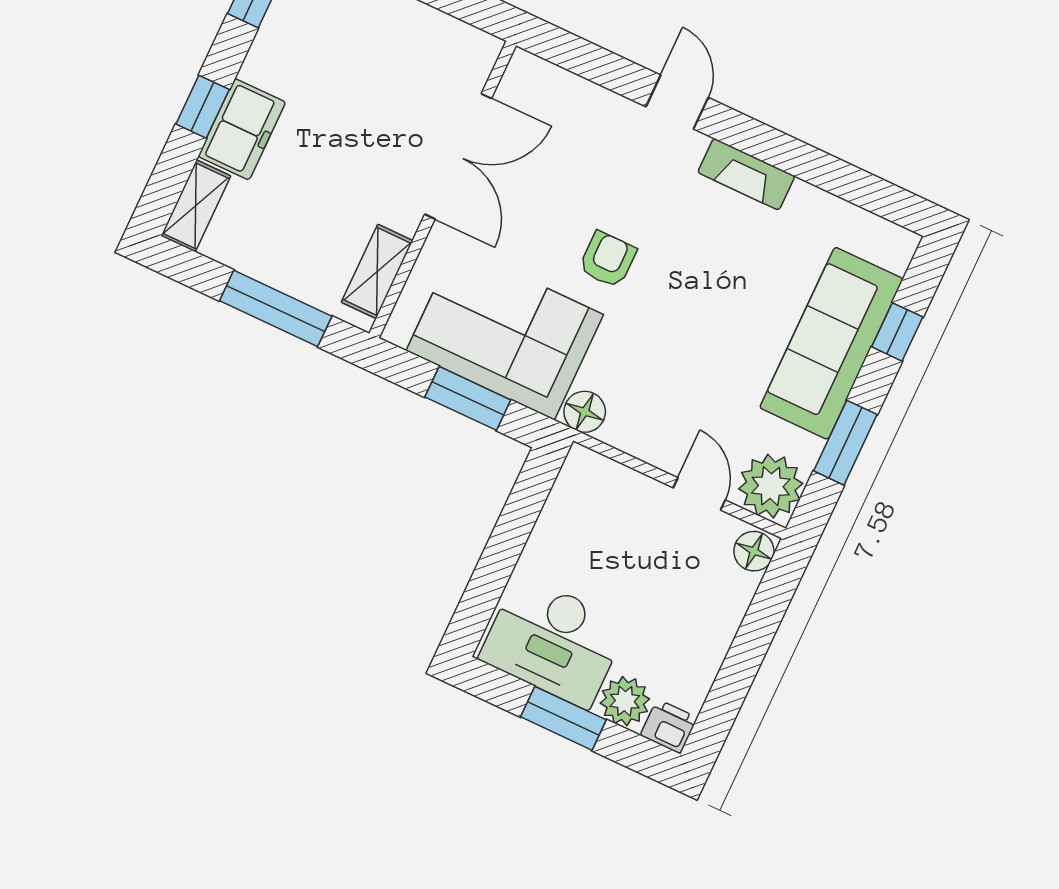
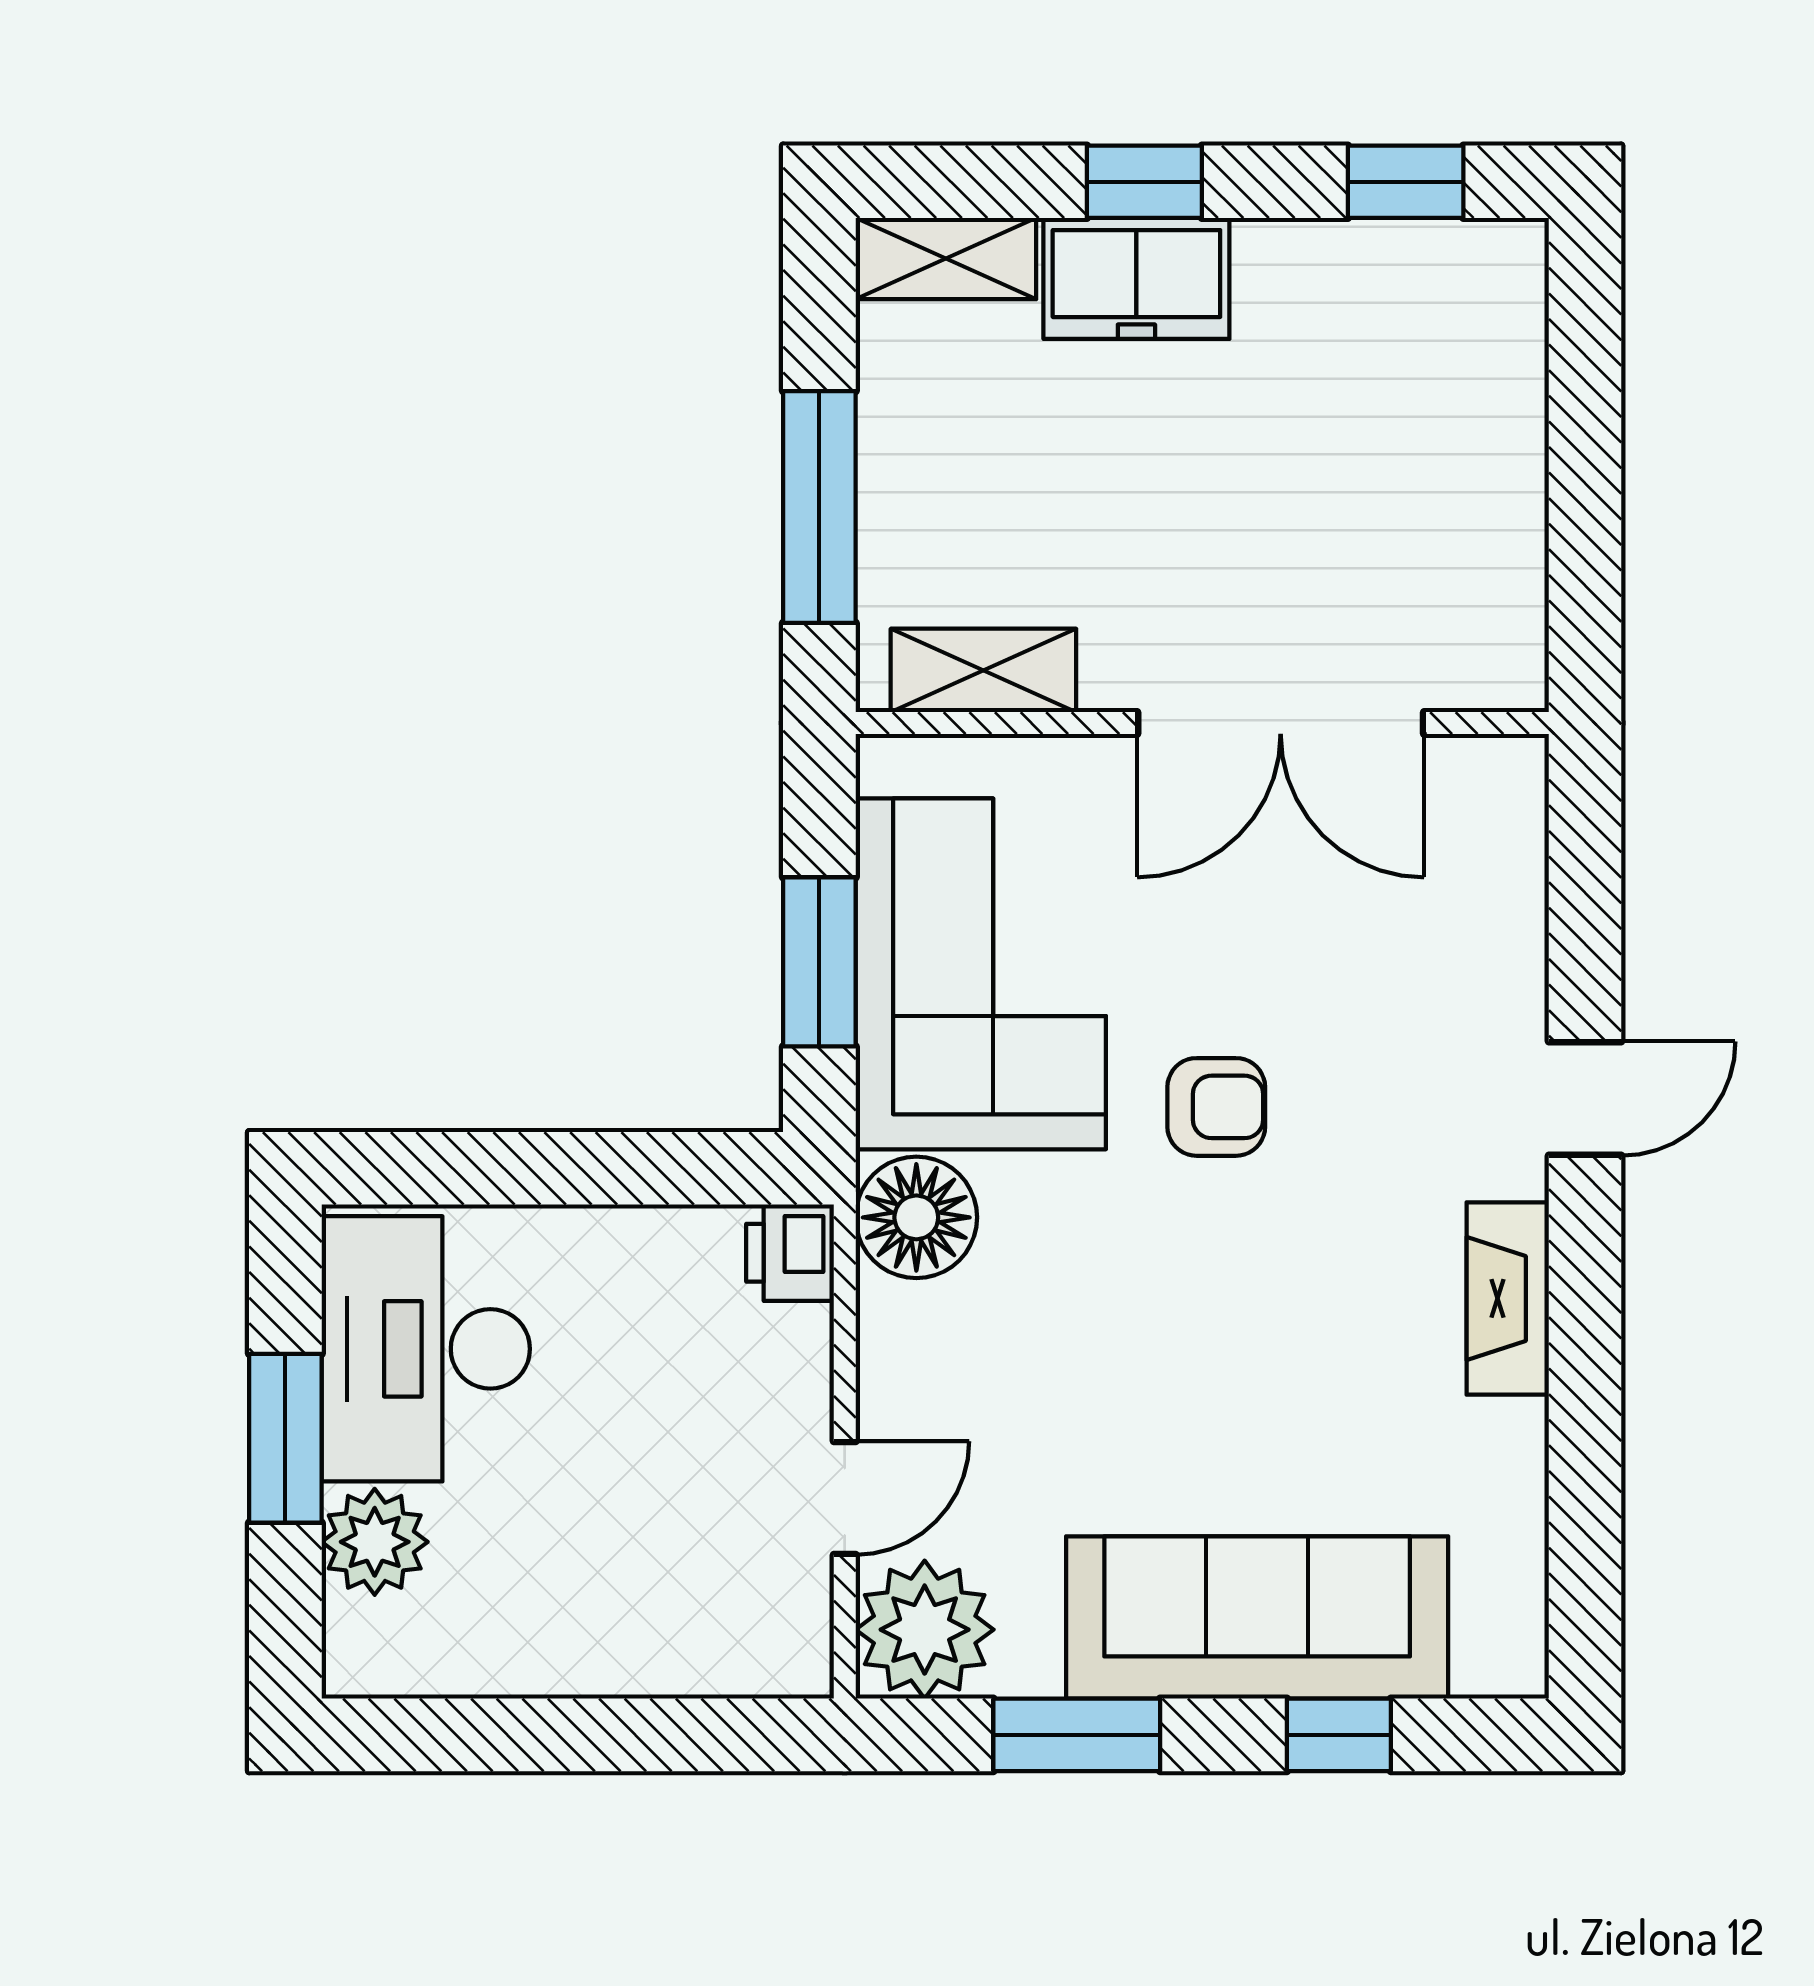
floor lamp: (585, 412) -> (916, 1217), width x1.38, depth x1.38
floor lamp: (754, 551) -> (783, 1656), removed
printer: (669, 727) -> (790, 1253), moved, turned 180

